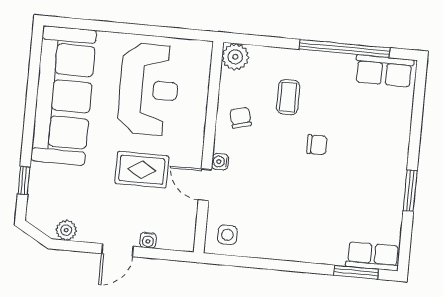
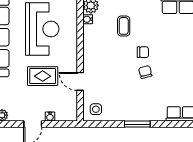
chair: (241, 118) -> (145, 72), moved
water cooler: (220, 162) -> (88, 19), moved
window: (356, 272) -> (137, 124), moved

